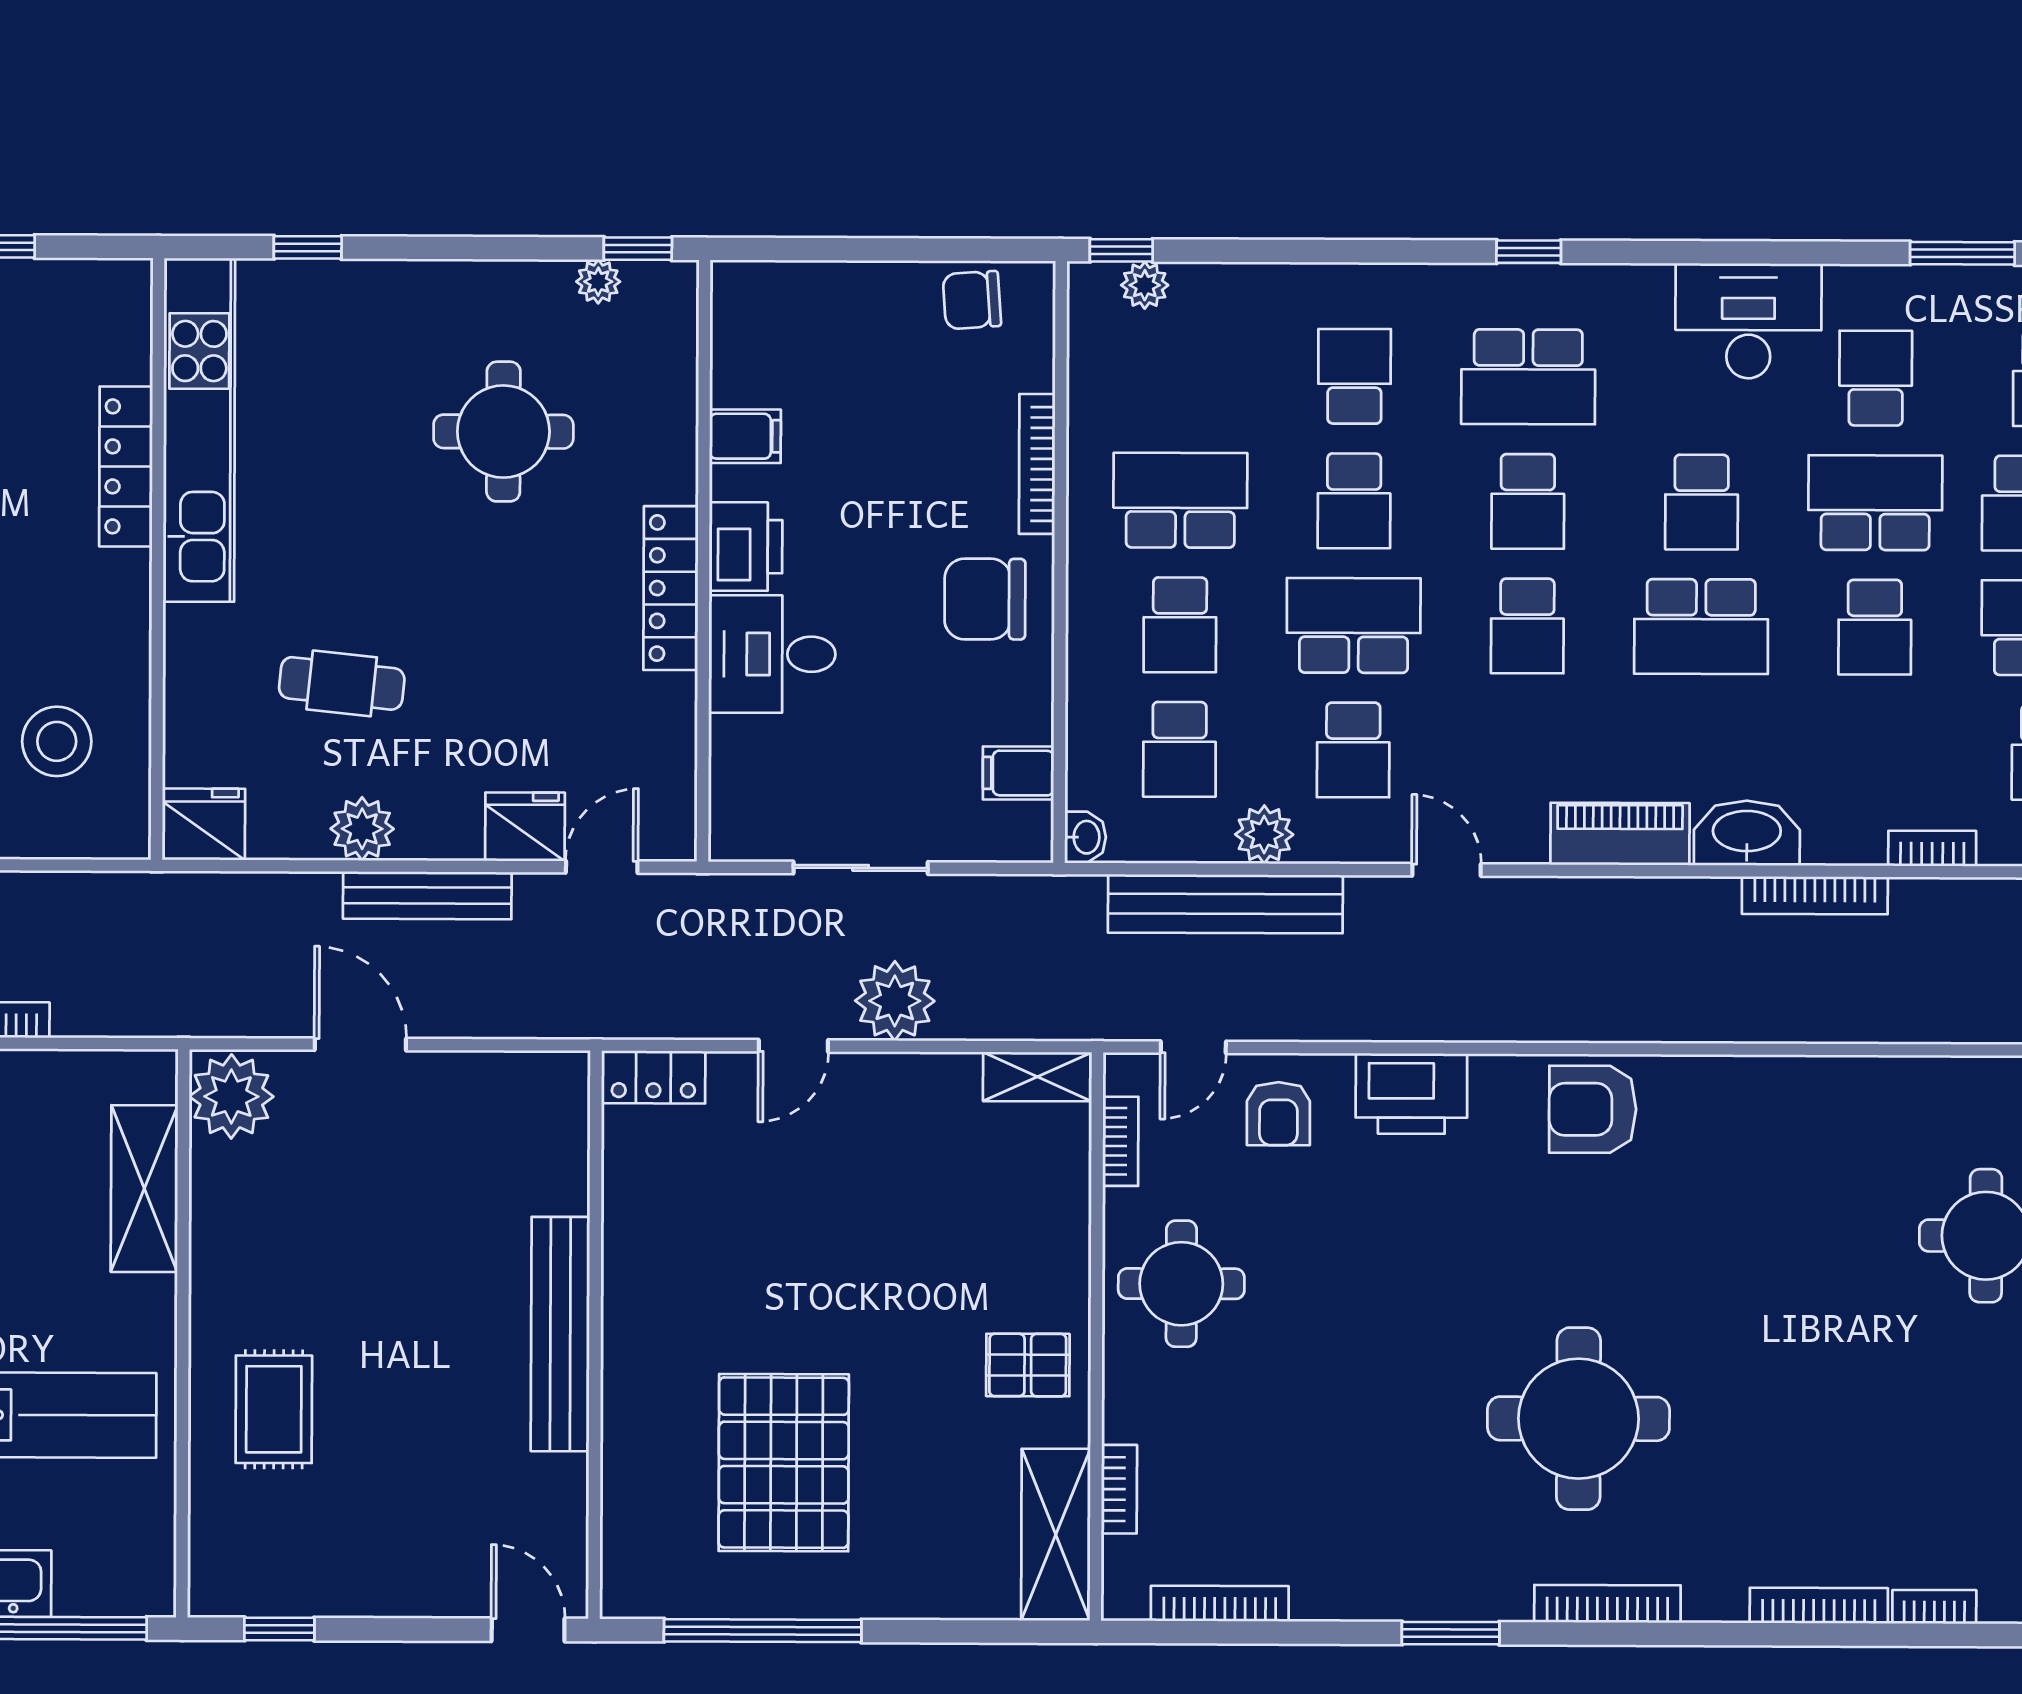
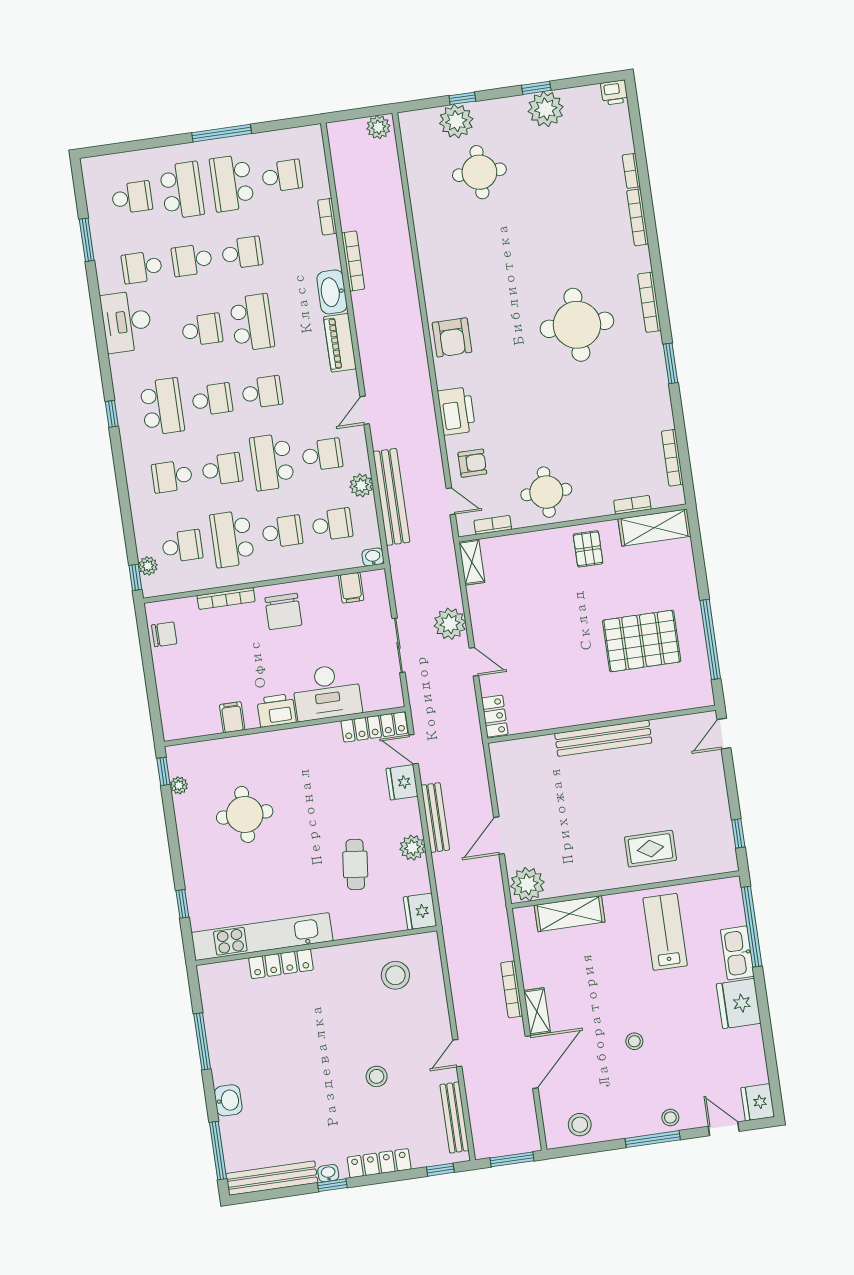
chair: (972, 300) -> (164, 634), turned -86
school desk: (1181, 376) -> (182, 546), added
school desk: (1875, 503) -> (192, 260), width x0.54
locker: (671, 588) -> (374, 727), moved
desk: (772, 654) -> (327, 692), width x1.37

